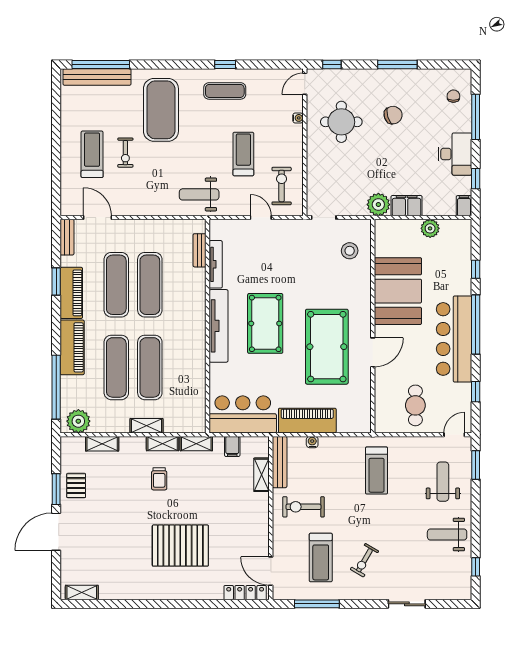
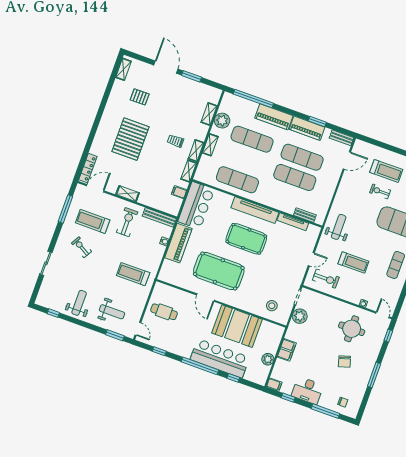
plant: (378, 205) -> (300, 316), moved
bar counter: (454, 339) -> (220, 358), moved
exercise mat: (150, 367) -> (237, 180), moved
plant: (78, 421) -> (222, 121), moved
shelving: (262, 475) -> (128, 194), moved
pallet: (76, 486) -> (140, 97), moved

